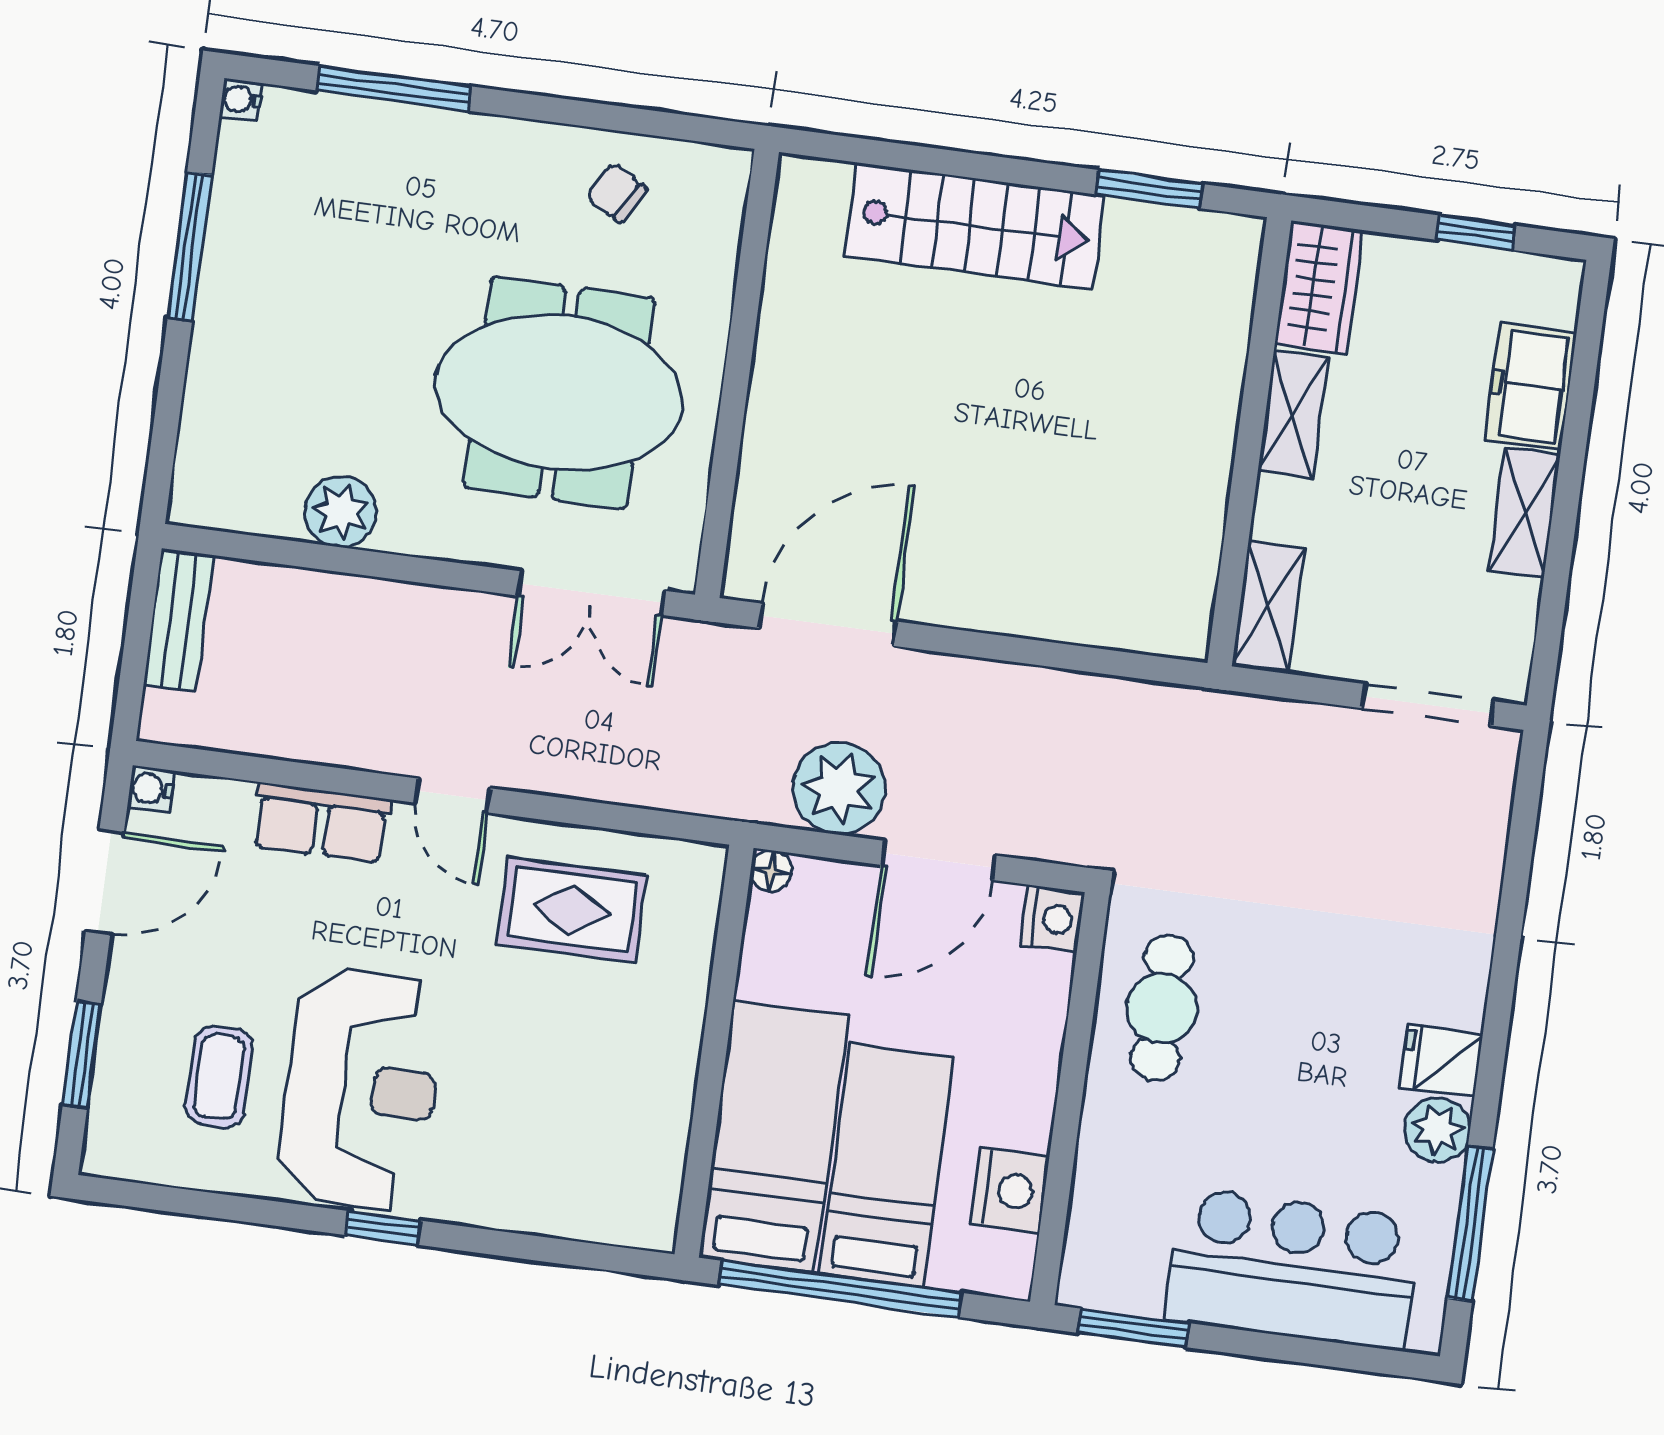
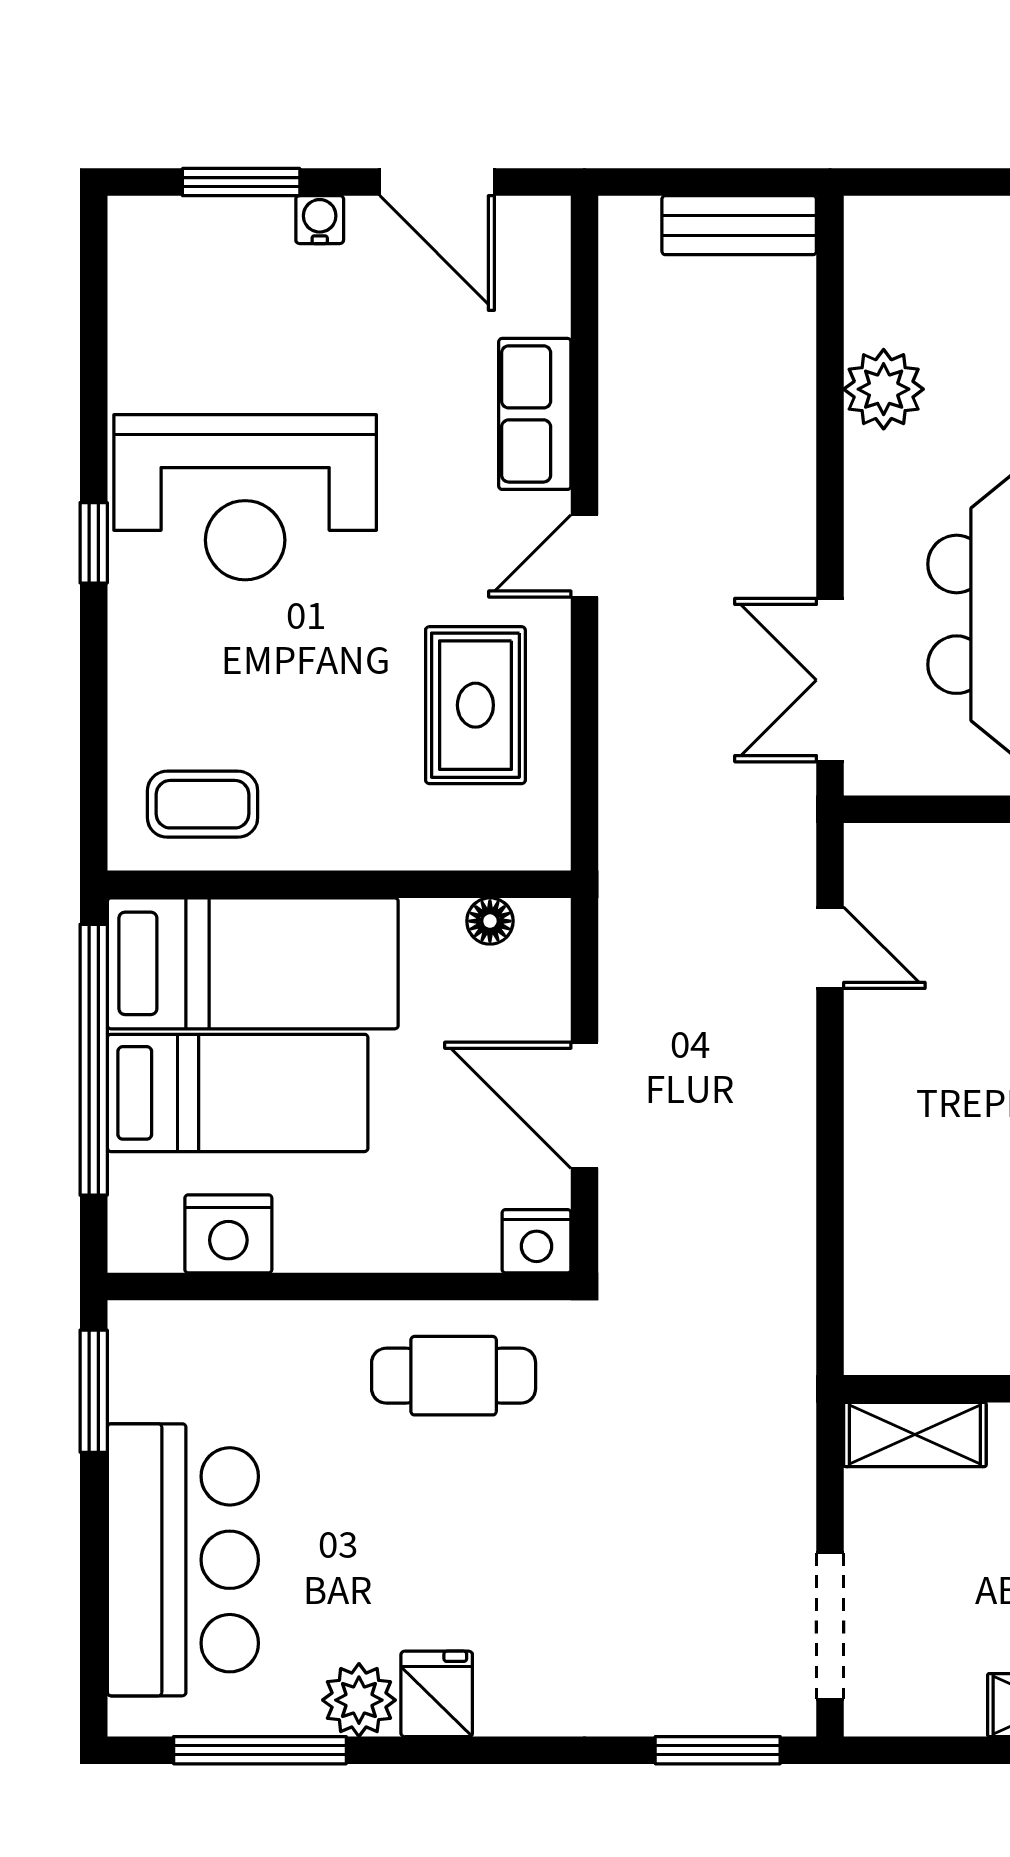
door: (828, 625) -> (830, 948), width x0.53
plant: (839, 788) -> (650, 984), removed
water cooler: (151, 789) -> (320, 220), moved
window: (1524, 819) -> (718, 1750), added
floor lamp: (771, 871) -> (490, 921), moved
coffee table: (219, 1077) -> (203, 804), moved

